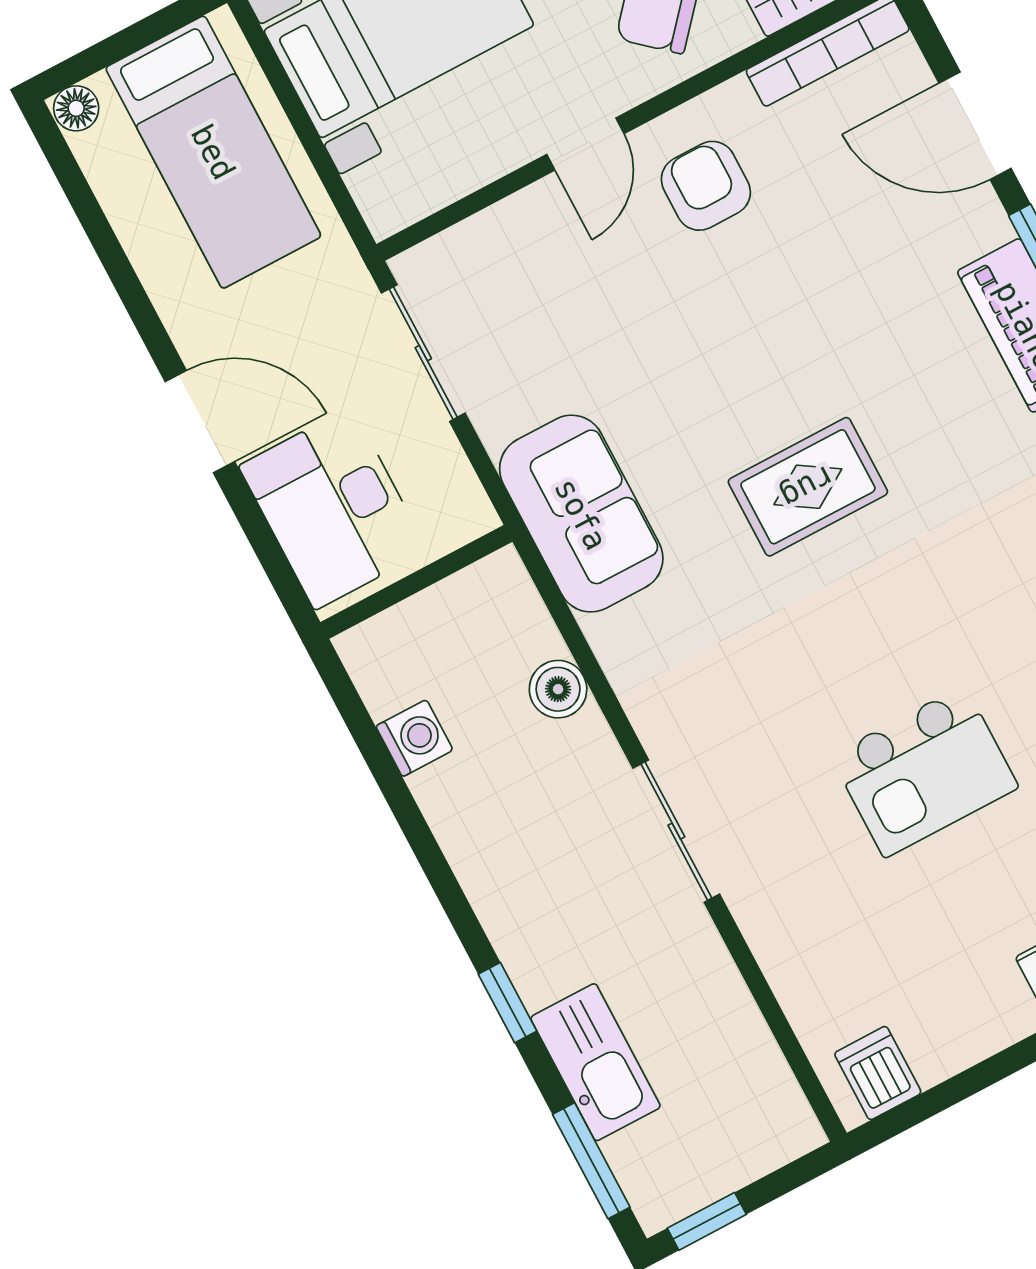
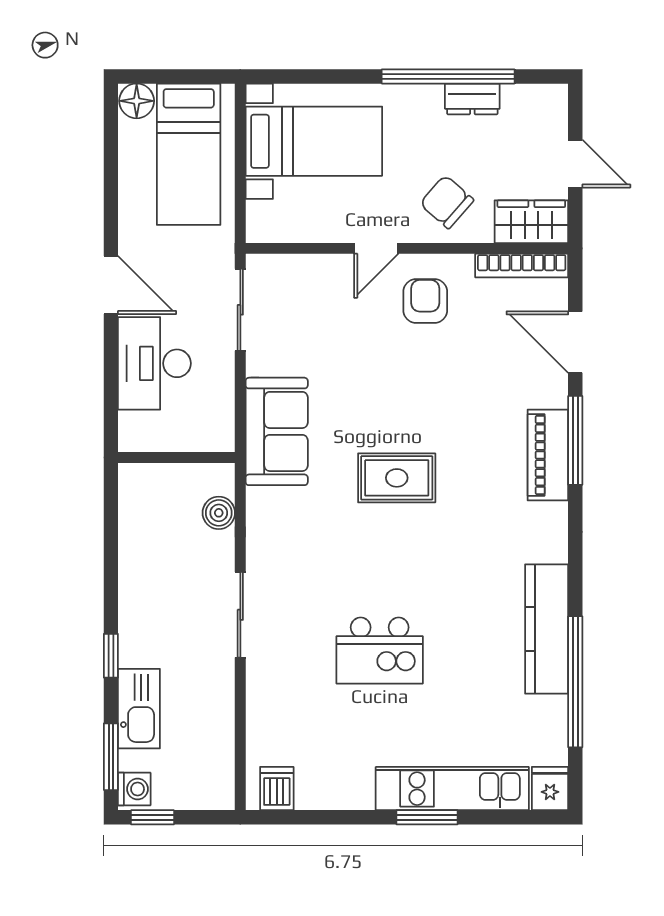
floor lamp: (76, 108) -> (137, 101), width x1.37, depth x1.37
wall: (416, 582) -> (176, 457), moved
washing machine: (414, 738) -> (134, 789), moved

